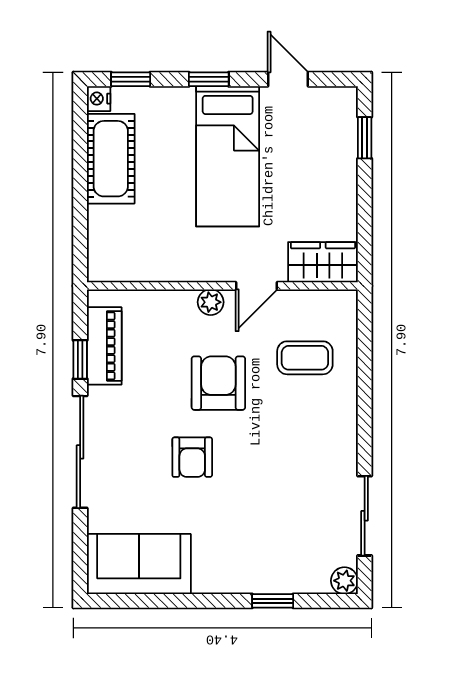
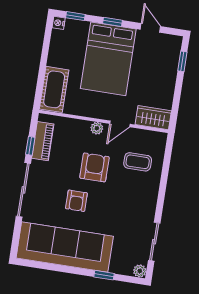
bed: (228, 156) -> (108, 59), width x1.50
cot: (111, 159) -> (54, 89), moved
sofa: (139, 564) -> (65, 247), width x1.85, depth x1.27

